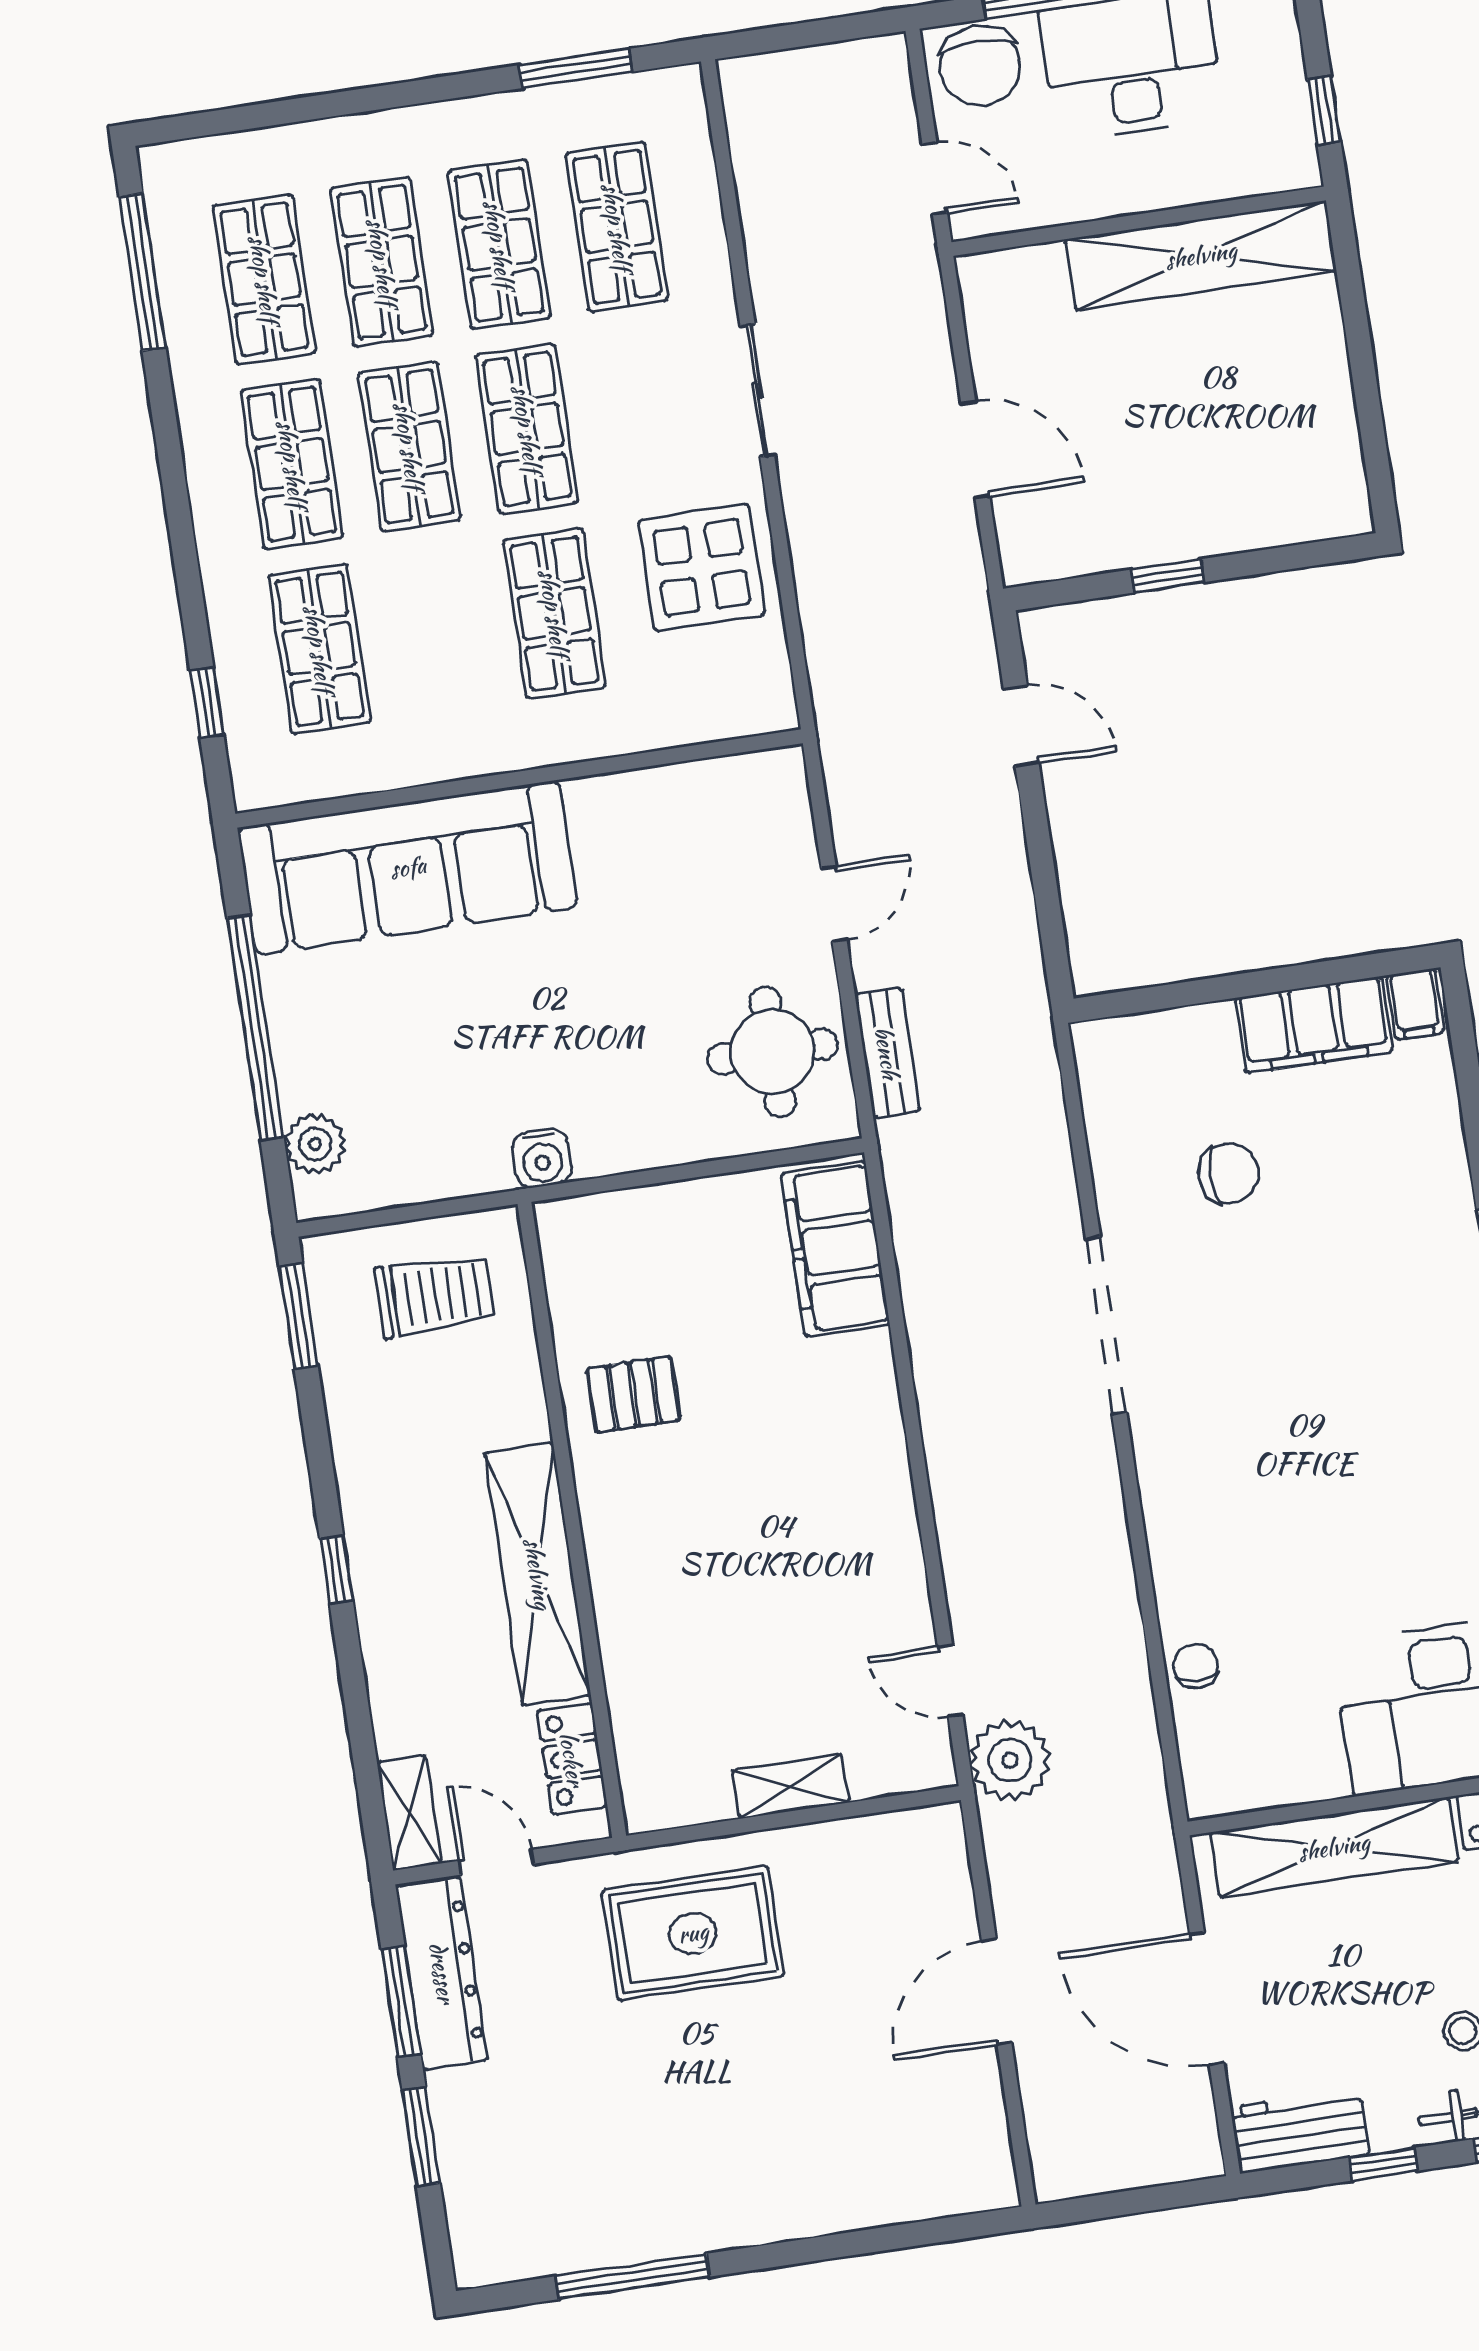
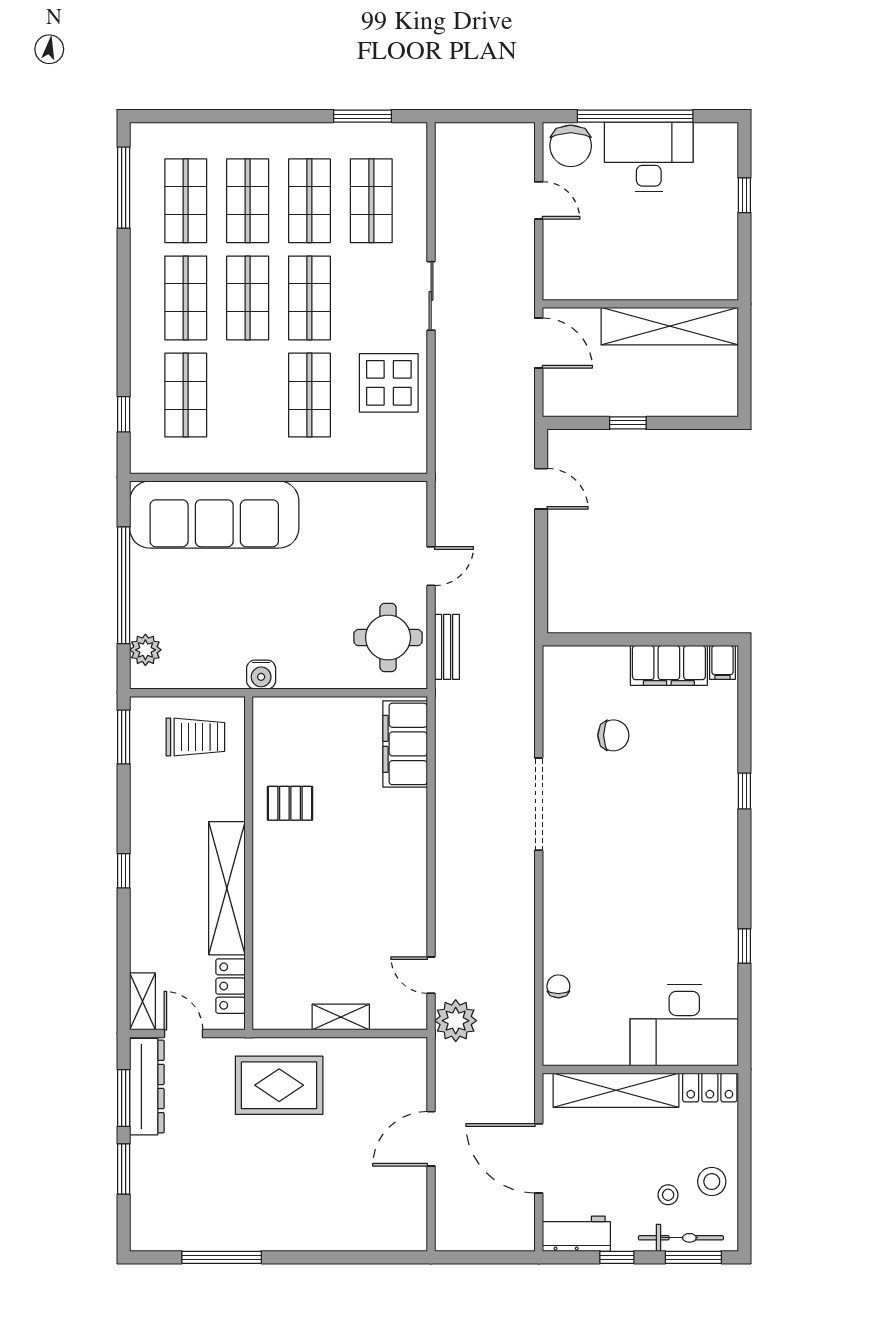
wall: (1139, 221) -> (640, 304), moved
shelving: (1201, 255) -> (670, 326), moved

